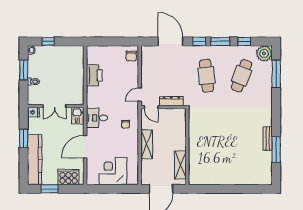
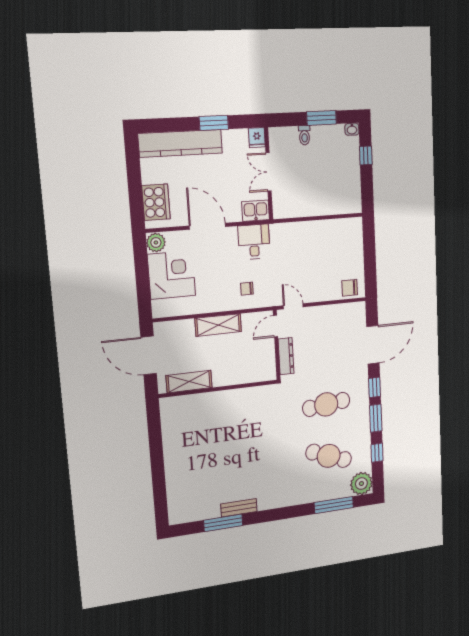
printer: (94, 75) -> (319, 232), removed
plant: (92, 179) -> (156, 243), added
window: (49, 189) -> (134, 171), removed

